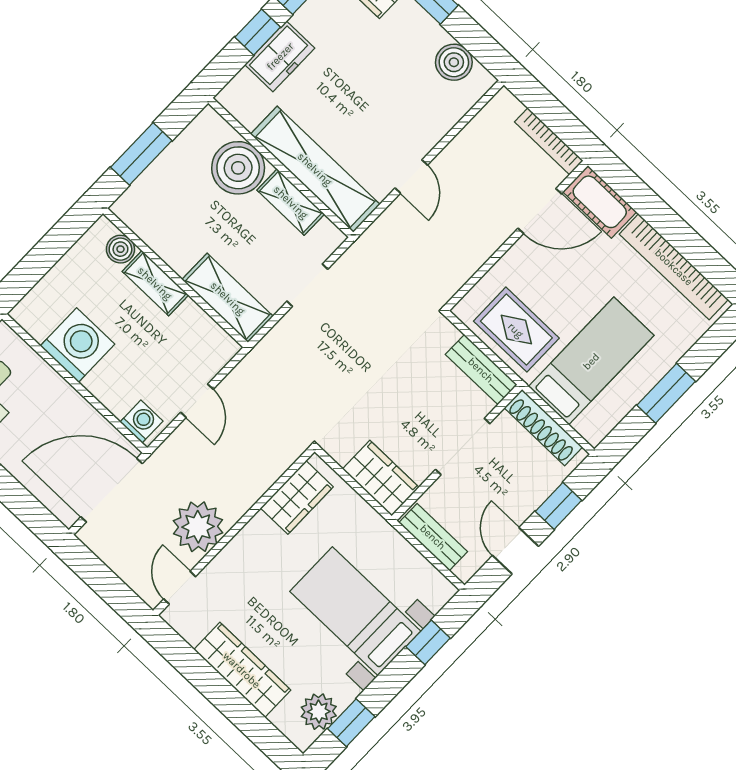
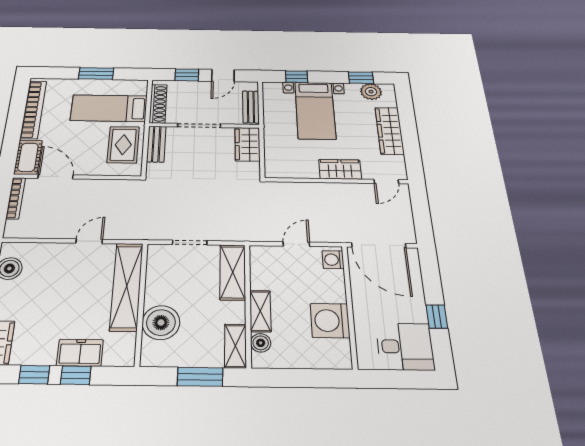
shelving: (291, 202) -> (235, 346), moved
wardrobe: (297, 497) -> (340, 169), moved
plant: (198, 527) -> (352, 196), removed

